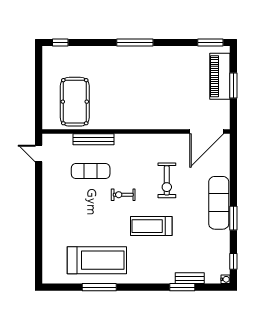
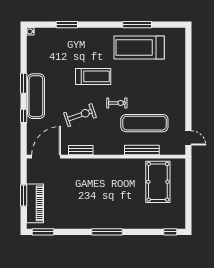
exercise mat: (91, 171) -> (144, 123), width x1.36, depth x1.45
exercise bike: (167, 180) -> (80, 115), turned 71
window: (233, 261) -> (24, 116), moved
bench: (190, 278) -> (81, 150), moved

